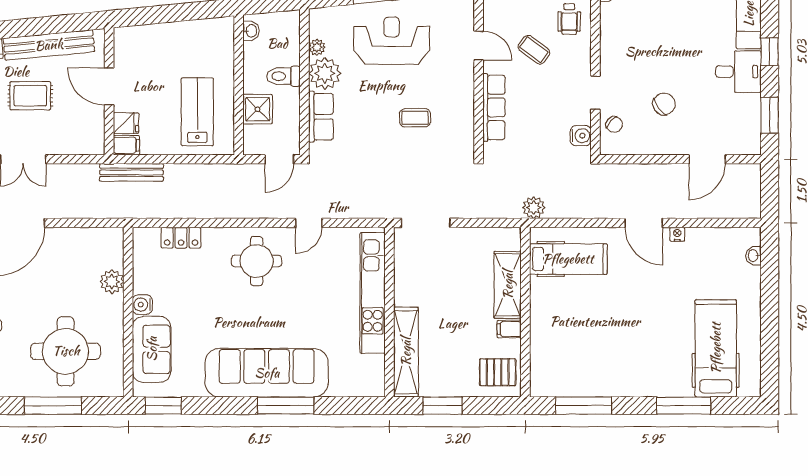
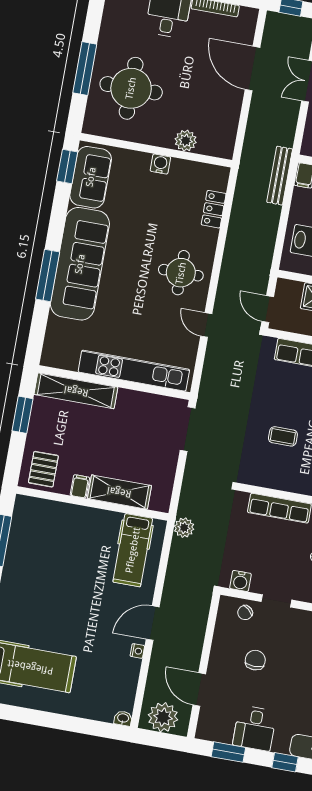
desk: (738, 72) -> (255, 728), moved
chair: (664, 104) -> (255, 660), turned -143
coffee table: (415, 118) -> (283, 436), turned 90
plant: (744, 193) -> (163, 717), added
washbasin: (753, 256) -> (123, 718), moved
sofa: (152, 349) -> (91, 177), moved, turned -90

